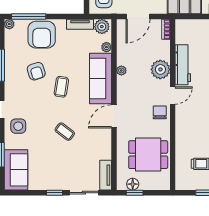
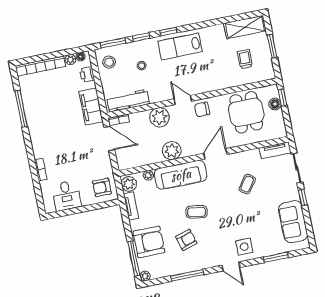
door: (138, 17) -> (109, 139), moved
workbench: (183, 65) -> (128, 101), moved
plant: (121, 70) -> (172, 151), width x1.88, depth x1.88
door: (114, 116) -> (215, 154), swing flipped
coffee table: (65, 132) -> (247, 184), moved
sofa: (16, 170) -> (293, 222), moved, turned -90
floor lamp: (133, 184) -> (275, 104), moved
window: (135, 193) -> (283, 98), moved

